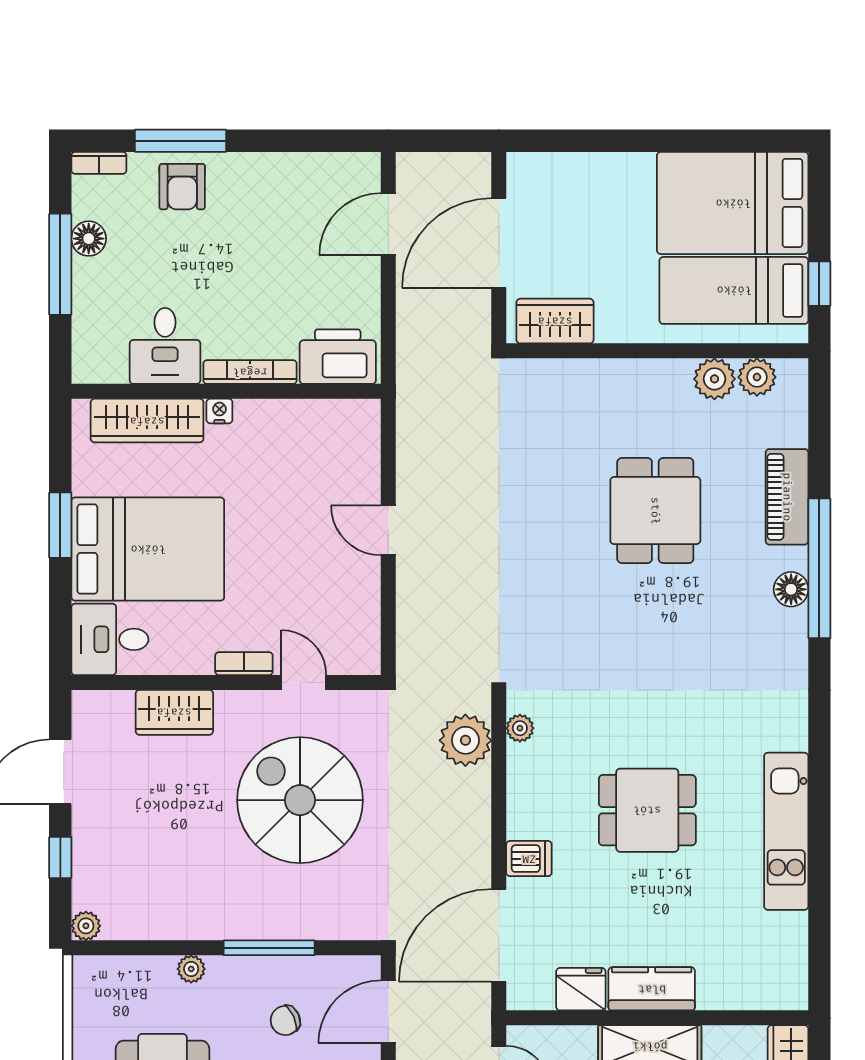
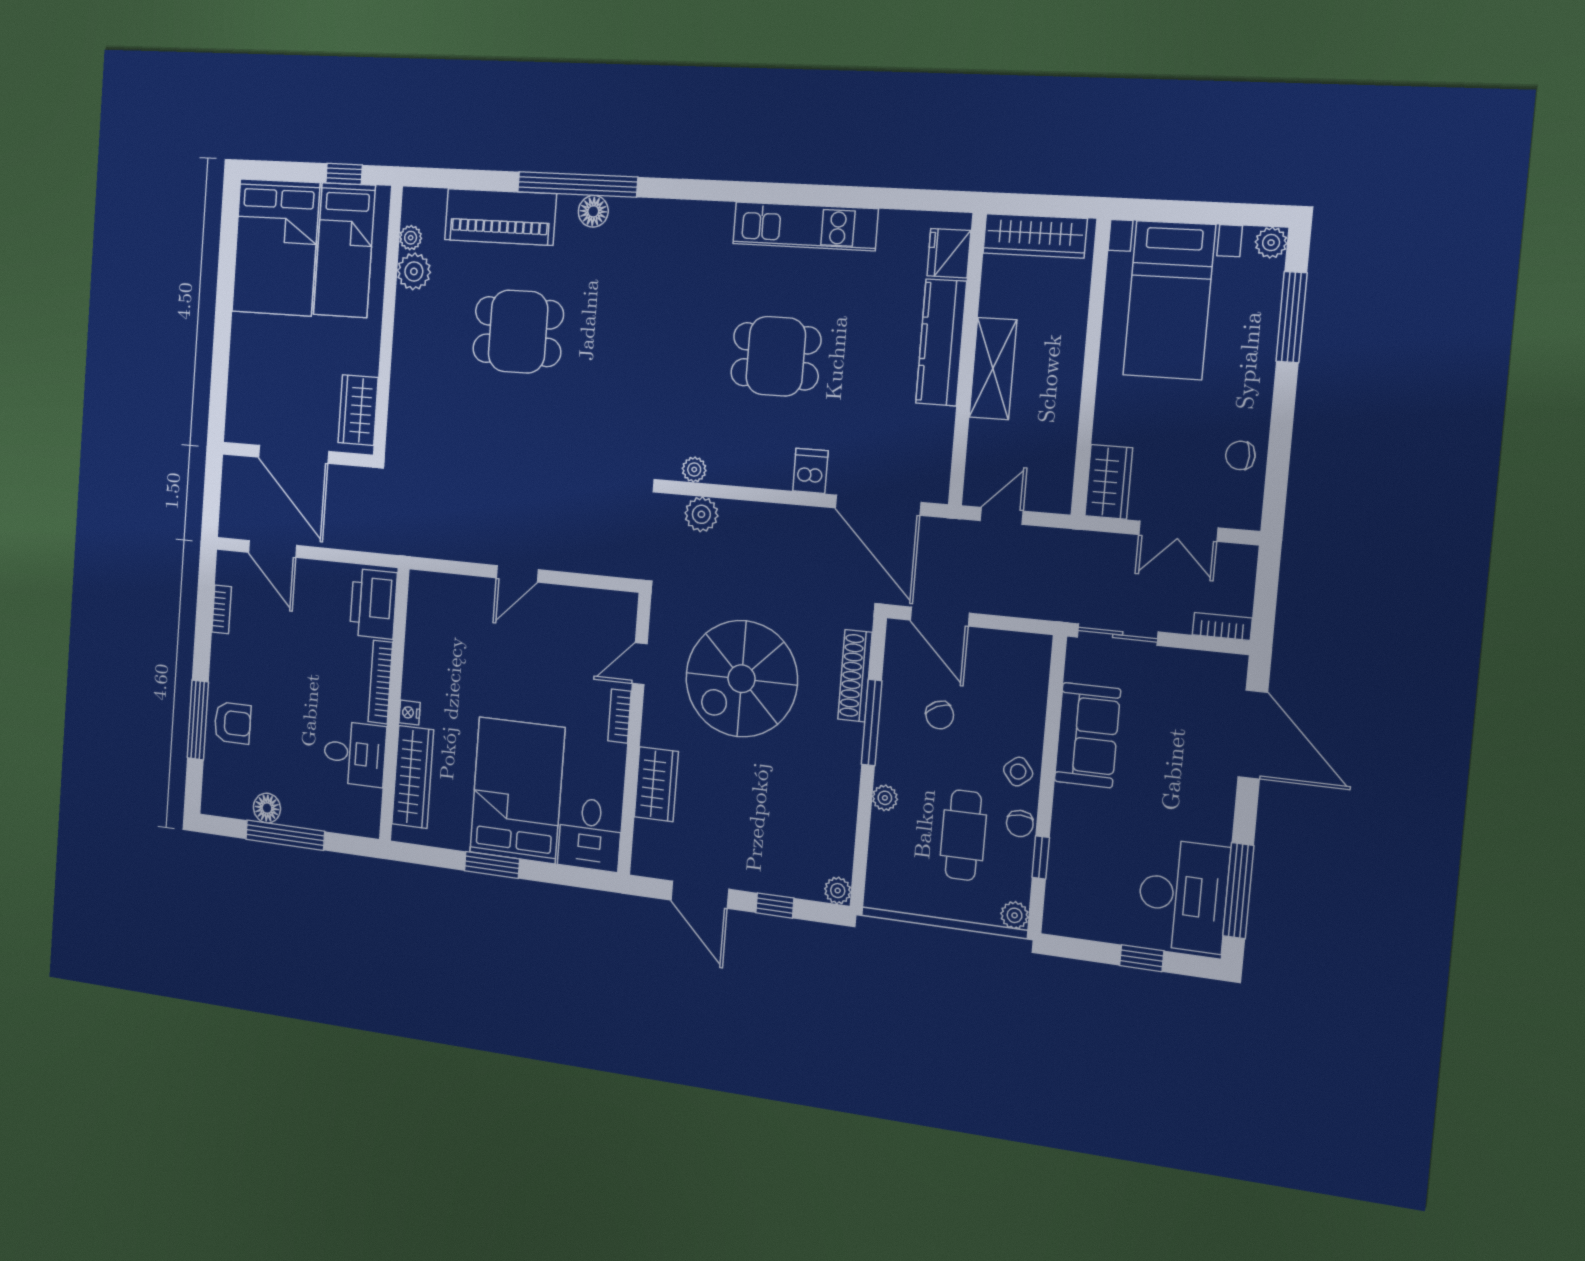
bookcase: (99, 163) -> (222, 609), moved
plant: (757, 377) -> (411, 238), width x0.73, depth x0.73
piano: (787, 497) -> (500, 217), width x1.37, depth x1.33
plant: (465, 740) -> (701, 514), width x0.73, depth x0.73
dining table: (647, 810) -> (776, 356), turned 90
shoe rack: (317, 926) -> (855, 676), added
fridge: (581, 989) -> (949, 253), moved
kitchen counter: (652, 989) -> (941, 342), width x1.50

